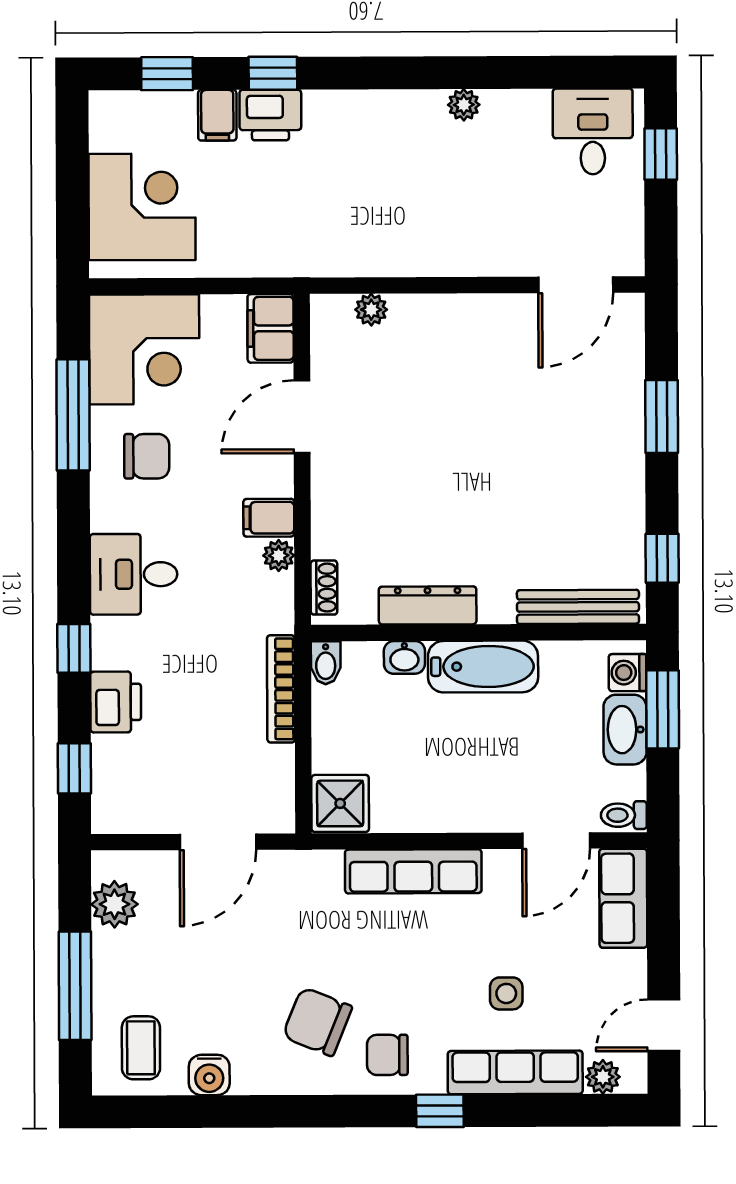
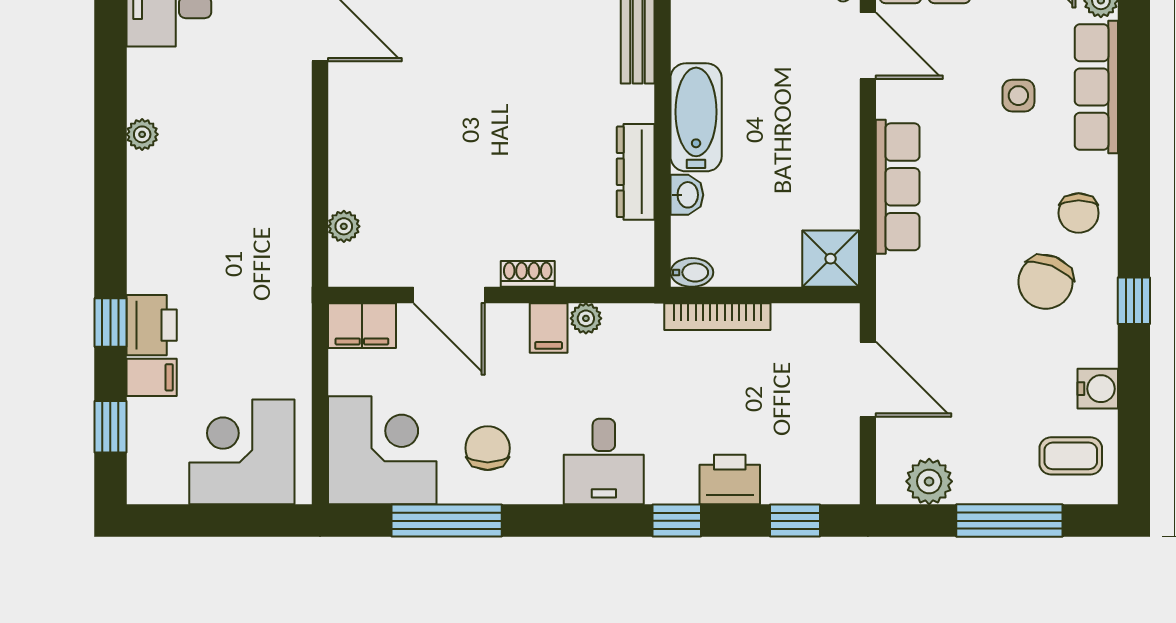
shoe rack: (324, 588) -> (528, 274), moved
window: (440, 1111) -> (1134, 301), moved

